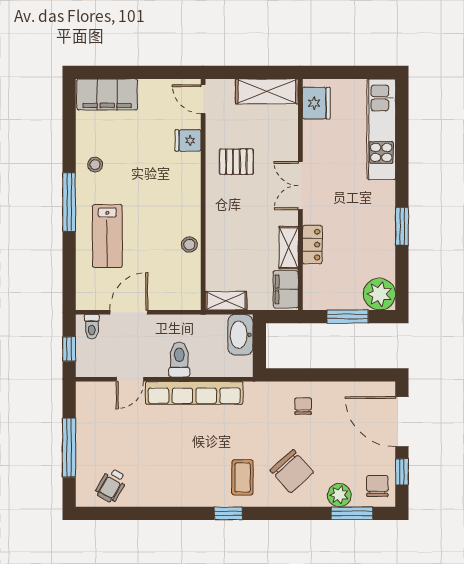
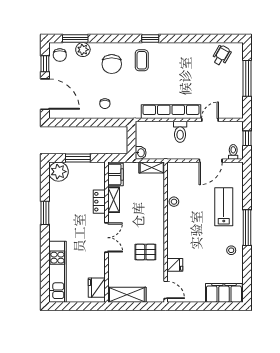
washbasin: (240, 335) -> (141, 153), width x0.52, depth x0.69
chair: (292, 471) -> (112, 64), turned -138

